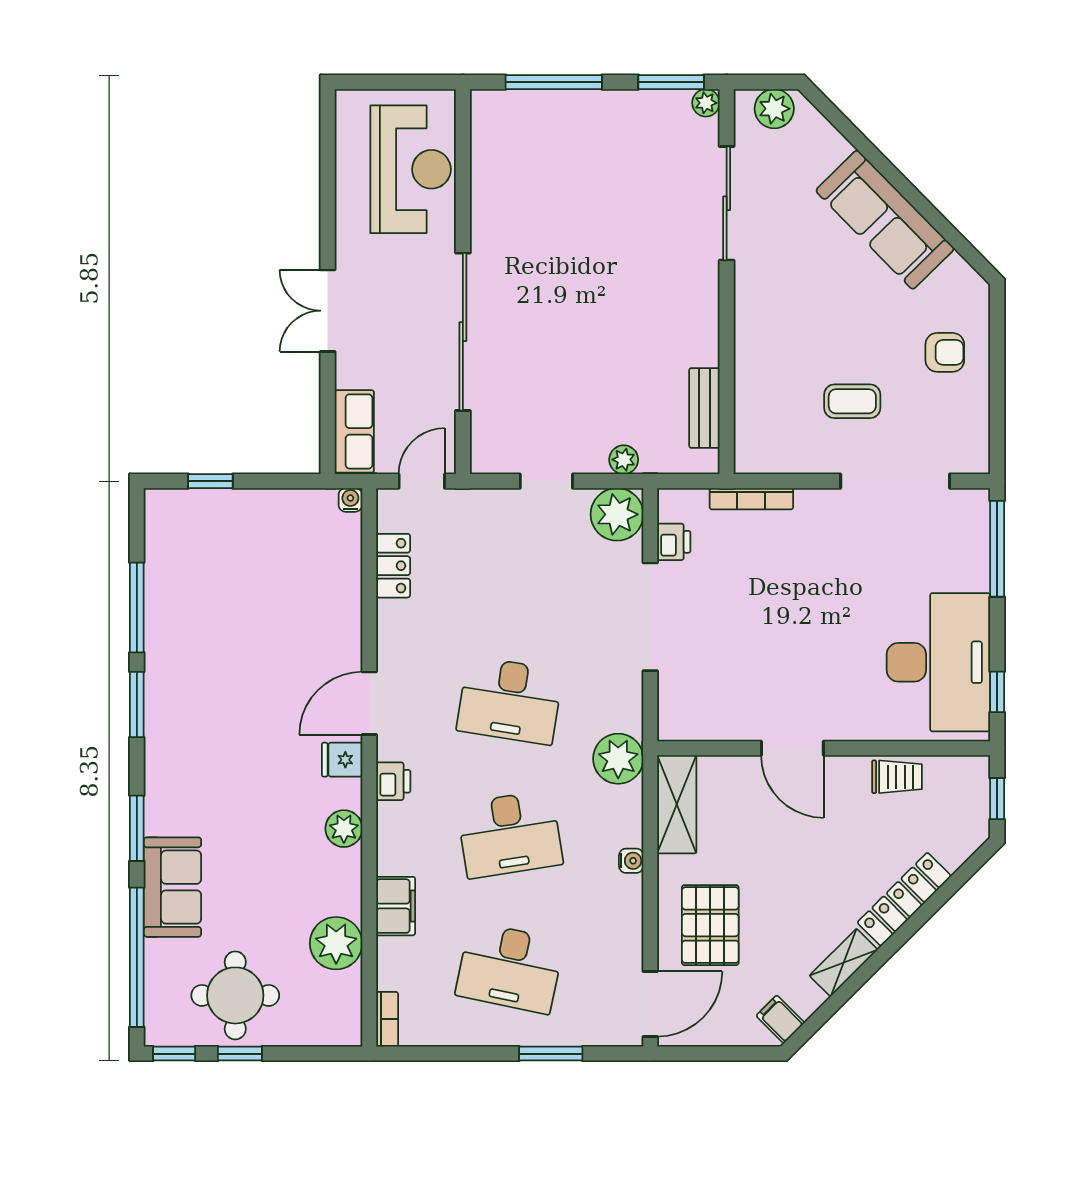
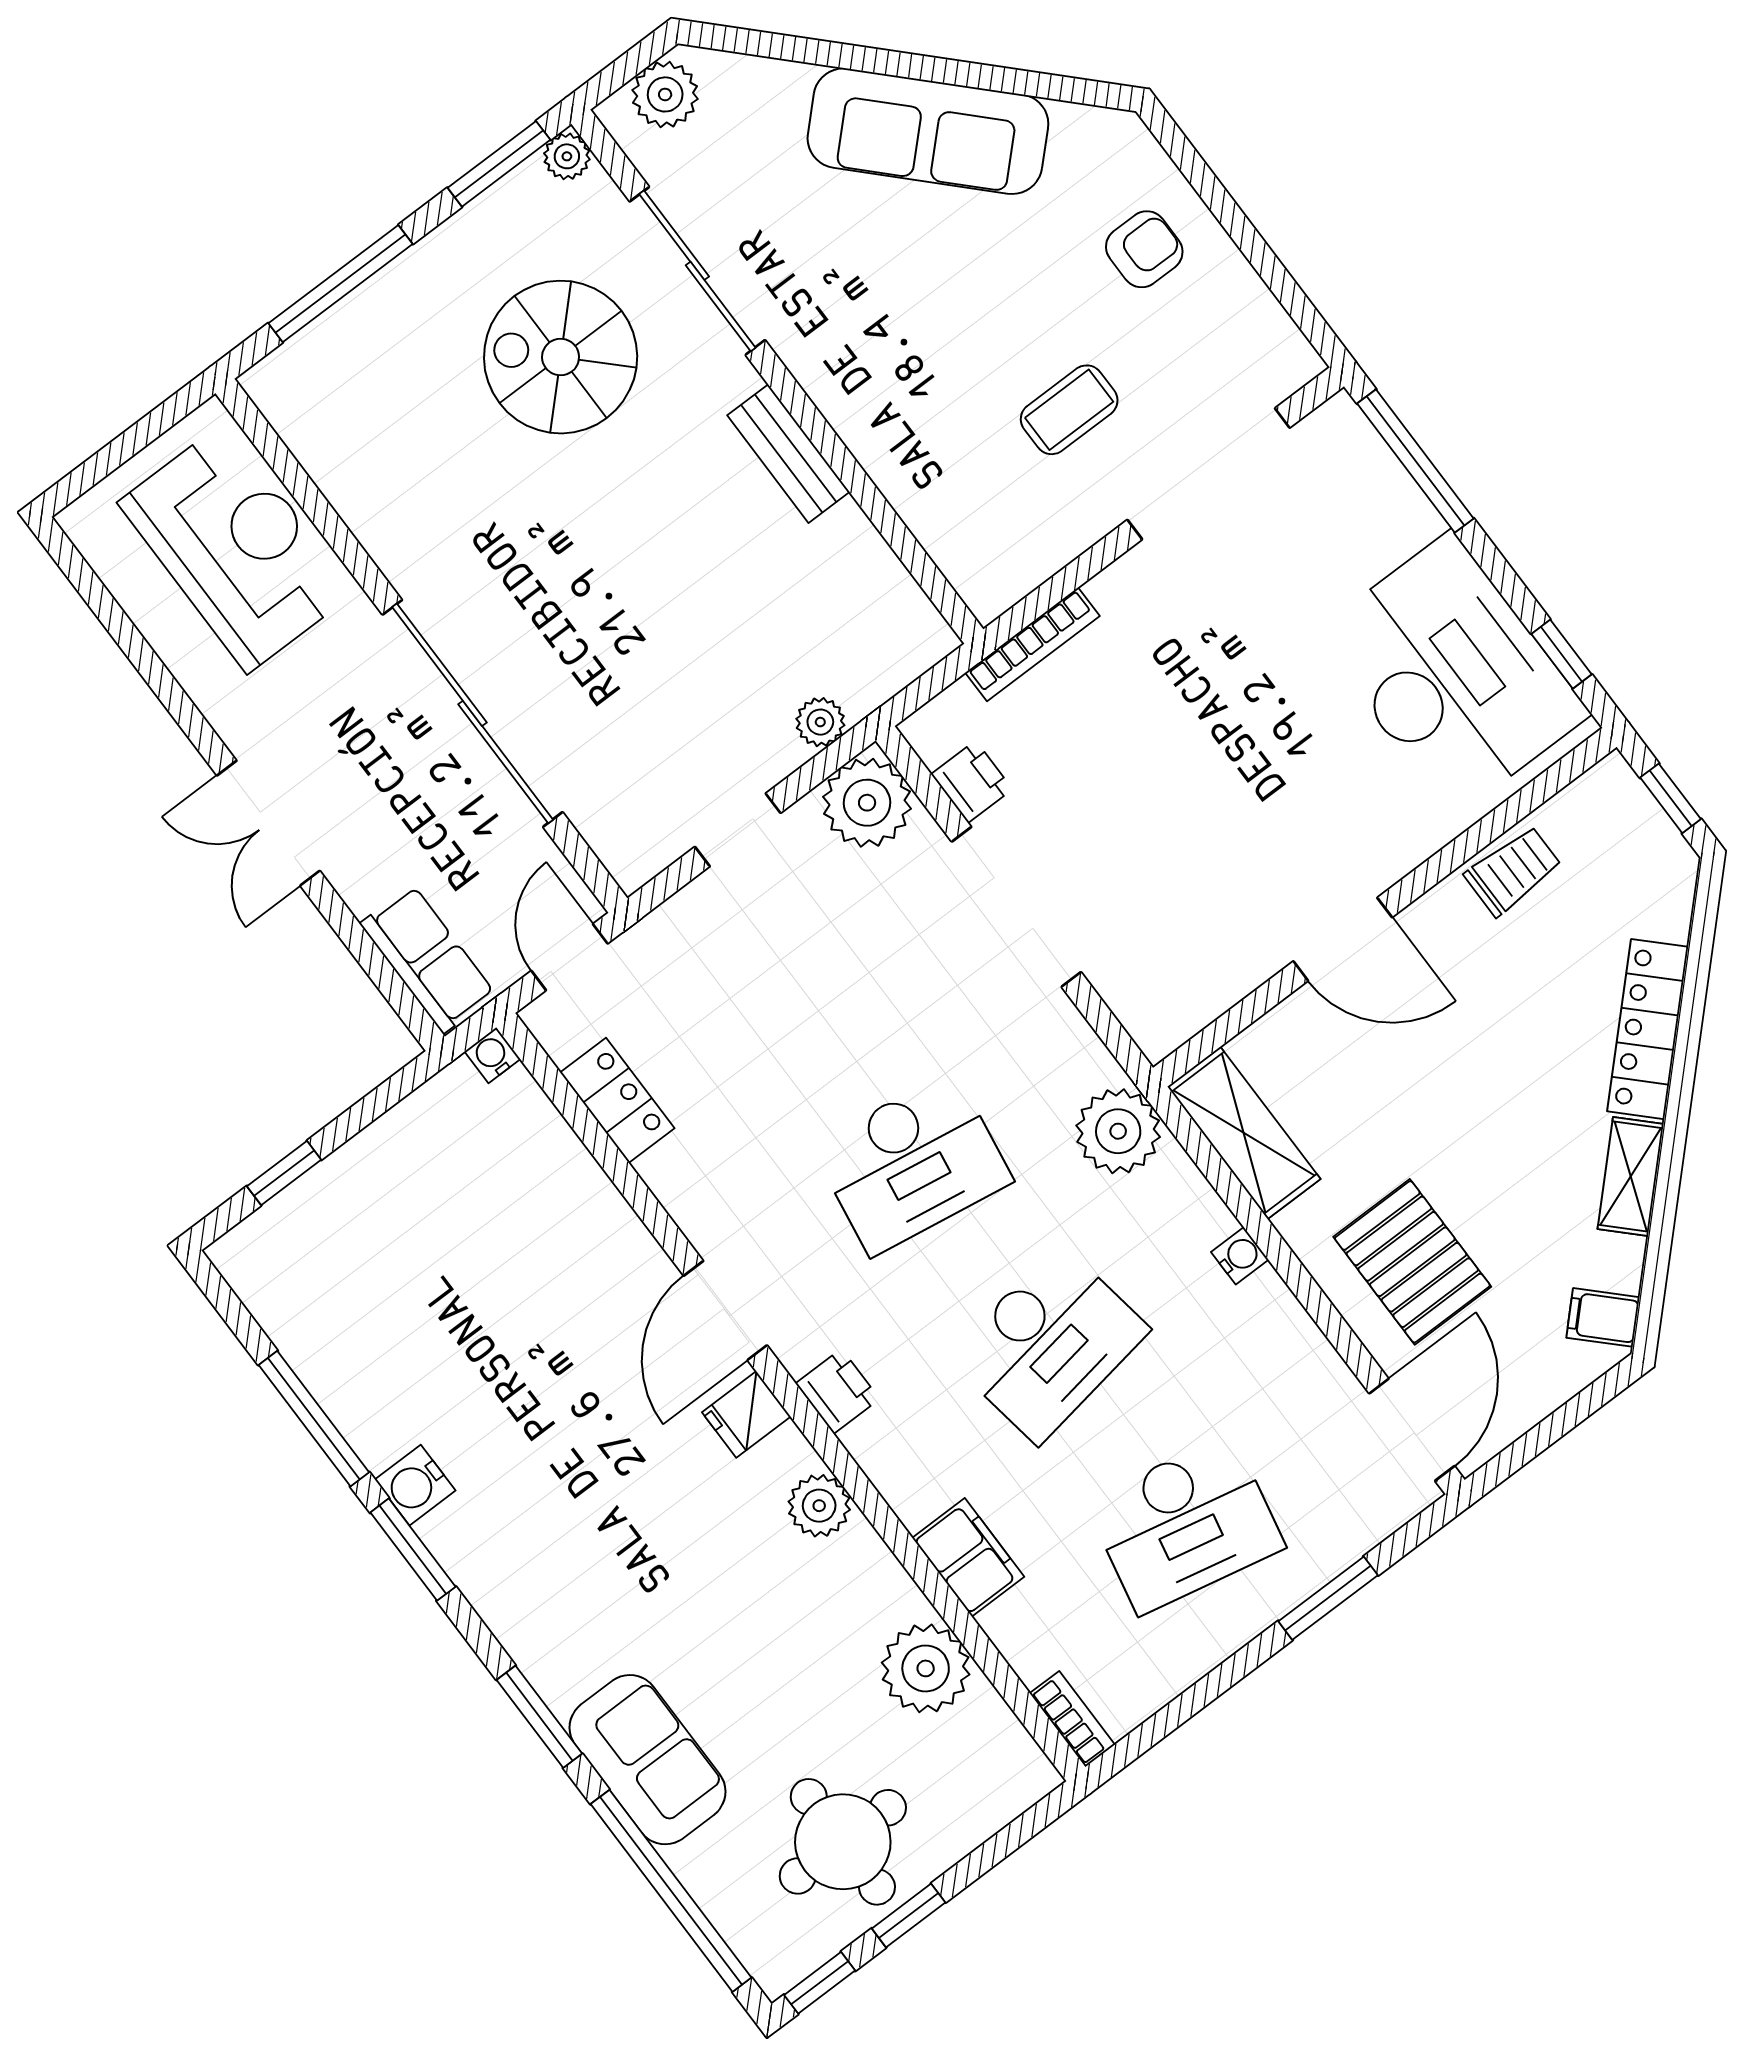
spiral stairs: (631, 195) -> (561, 357), added
bench: (704, 408) -> (789, 454), moved
water cooler: (161, 675) -> (415, 1485), added

